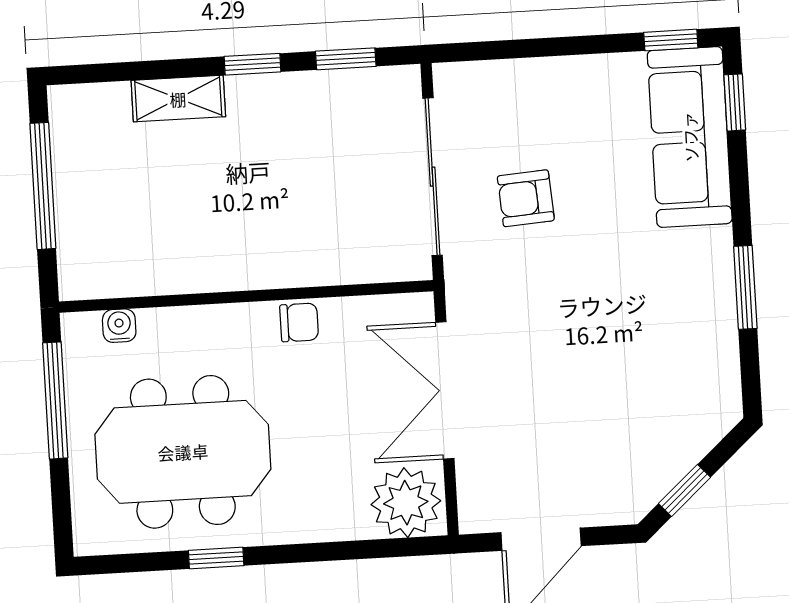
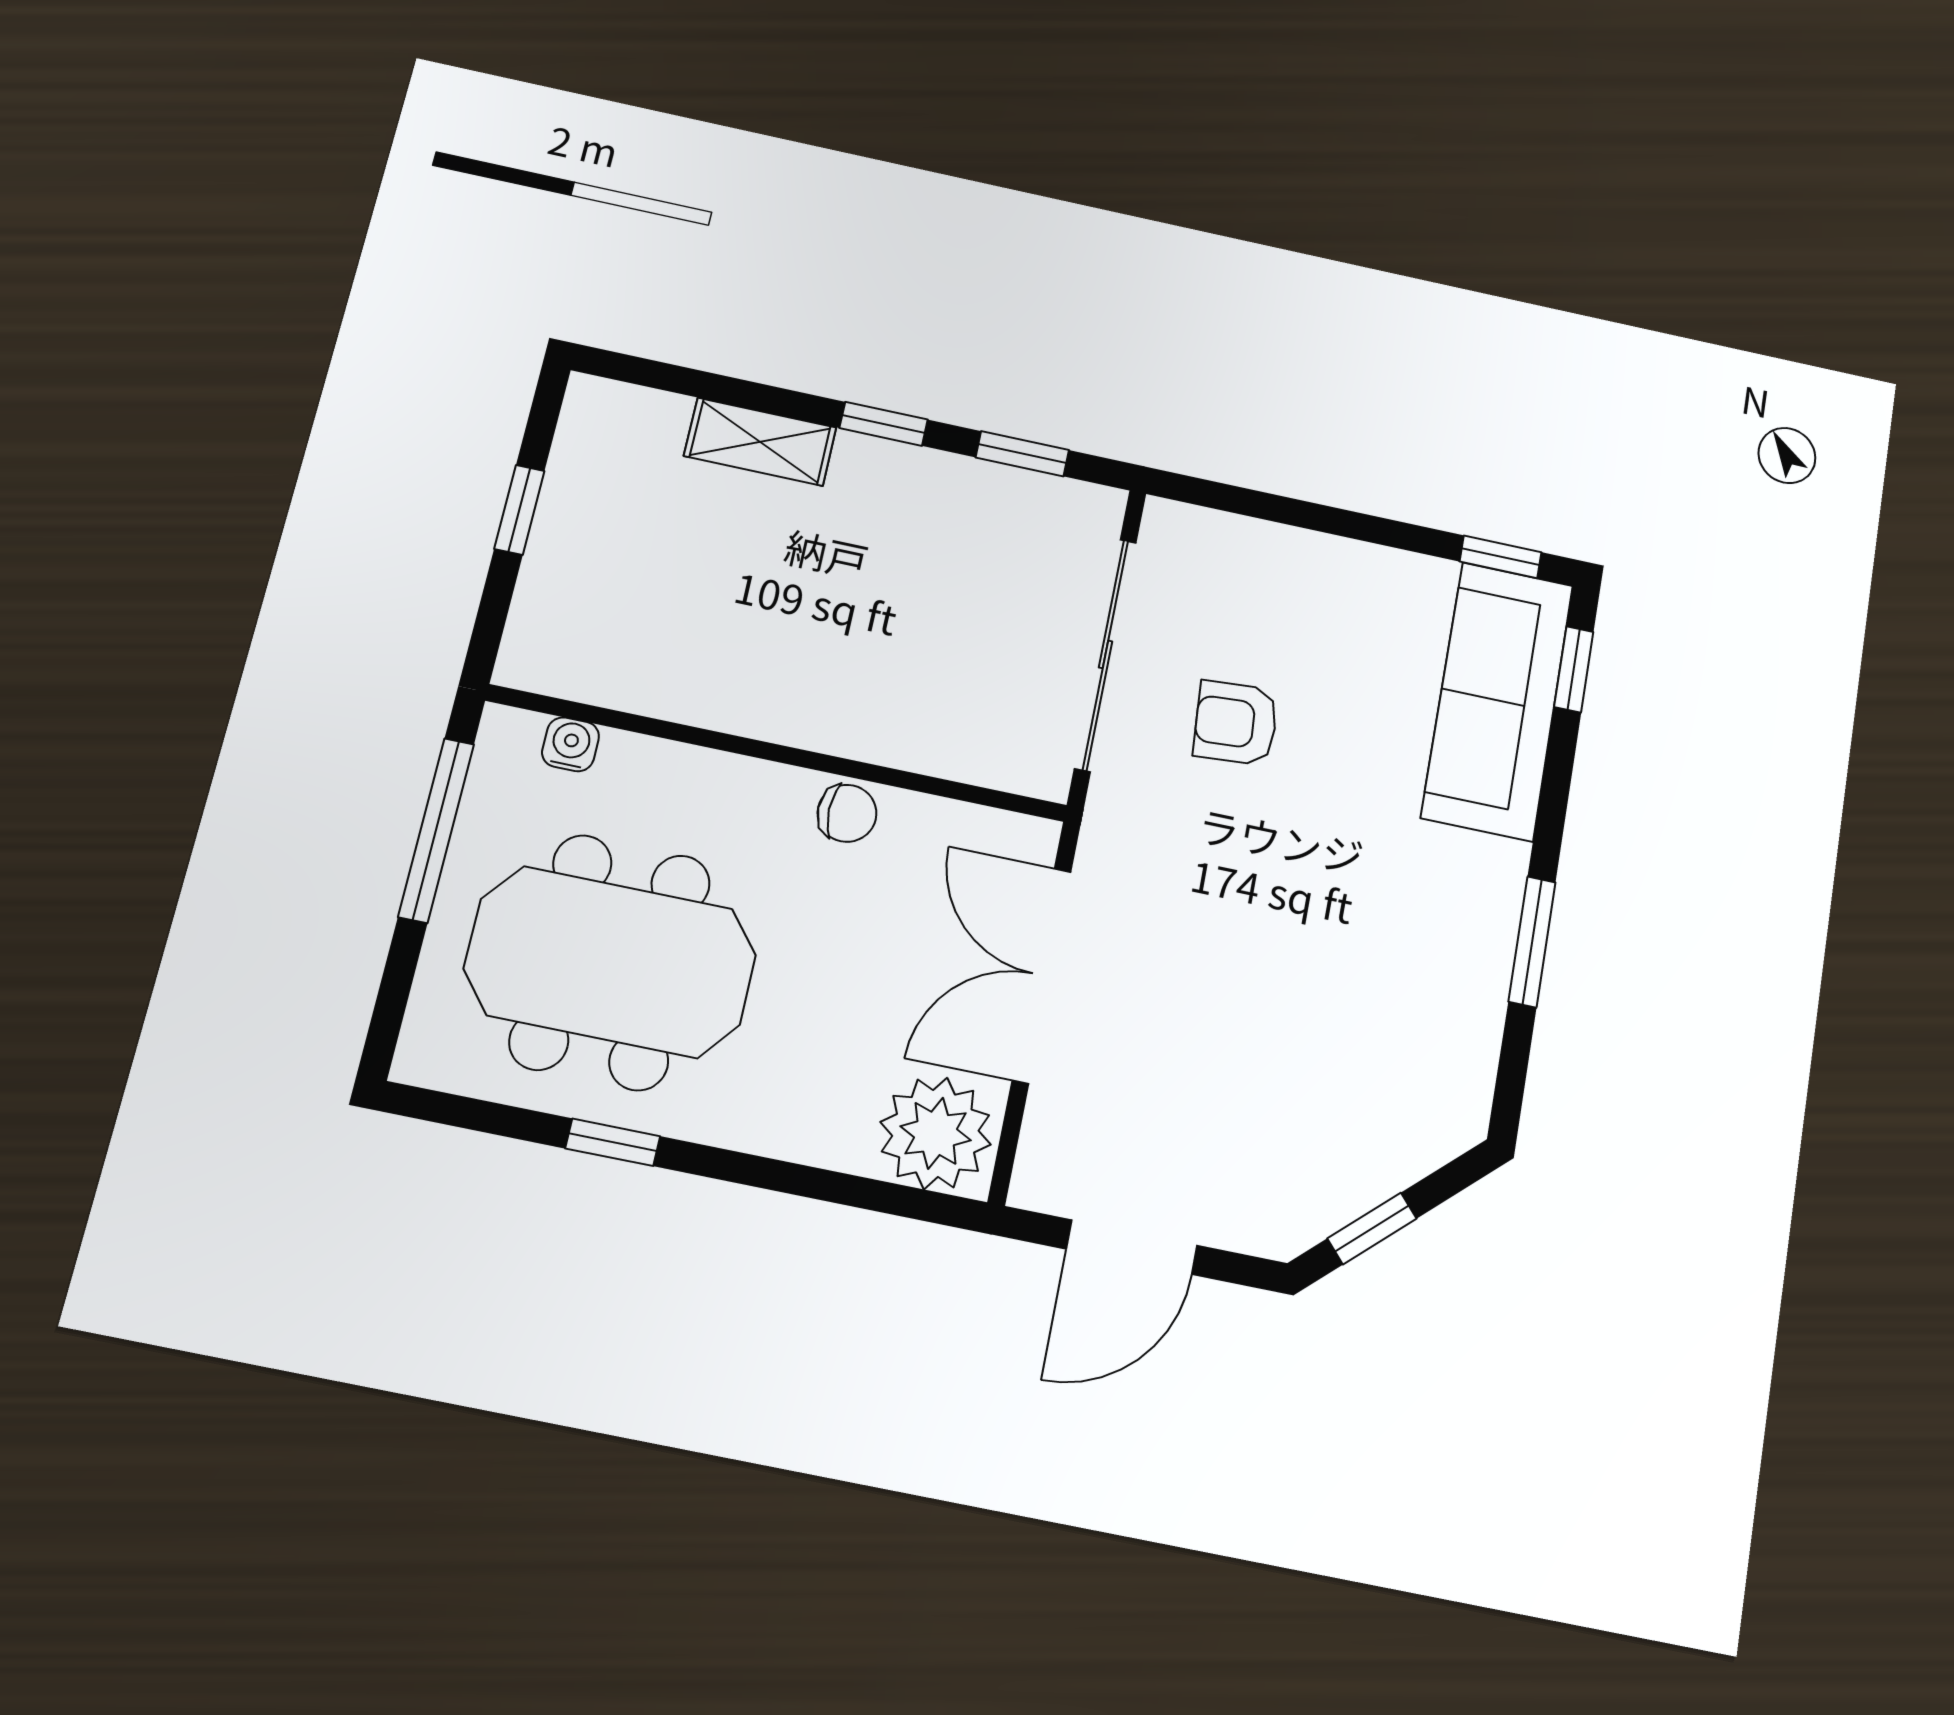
window: (43, 186) -> (519, 510), width x0.46

